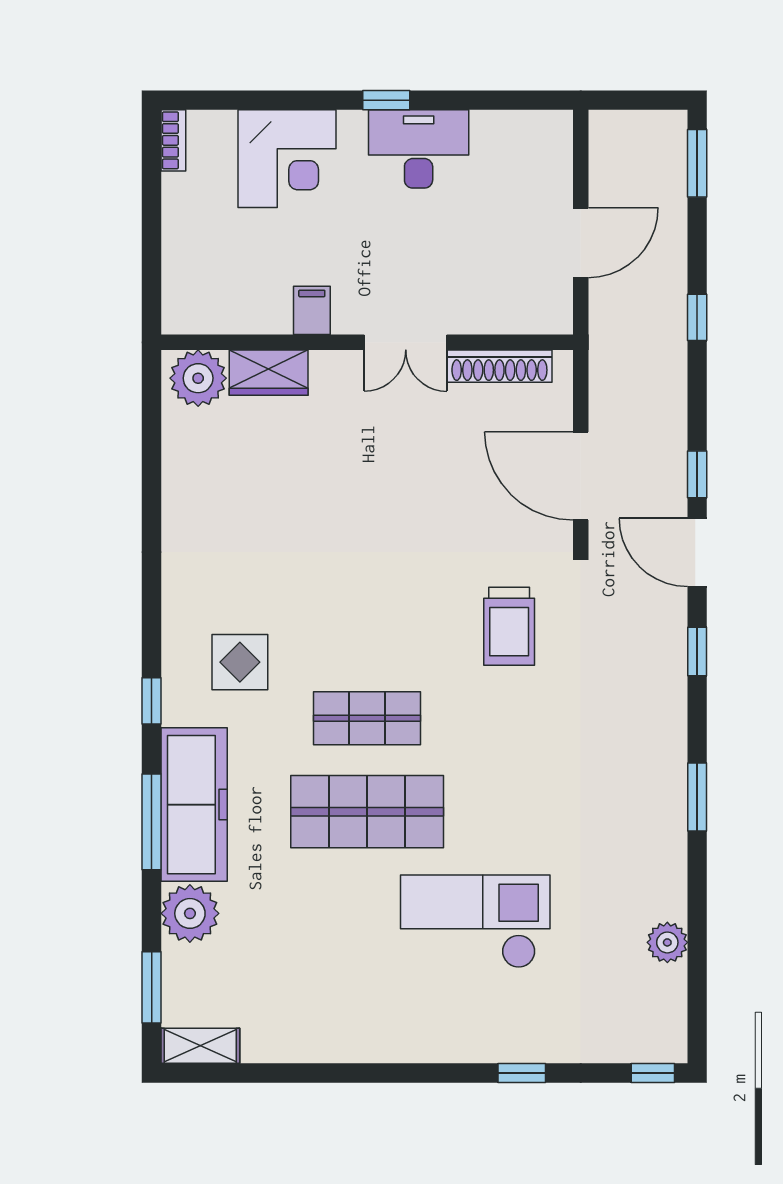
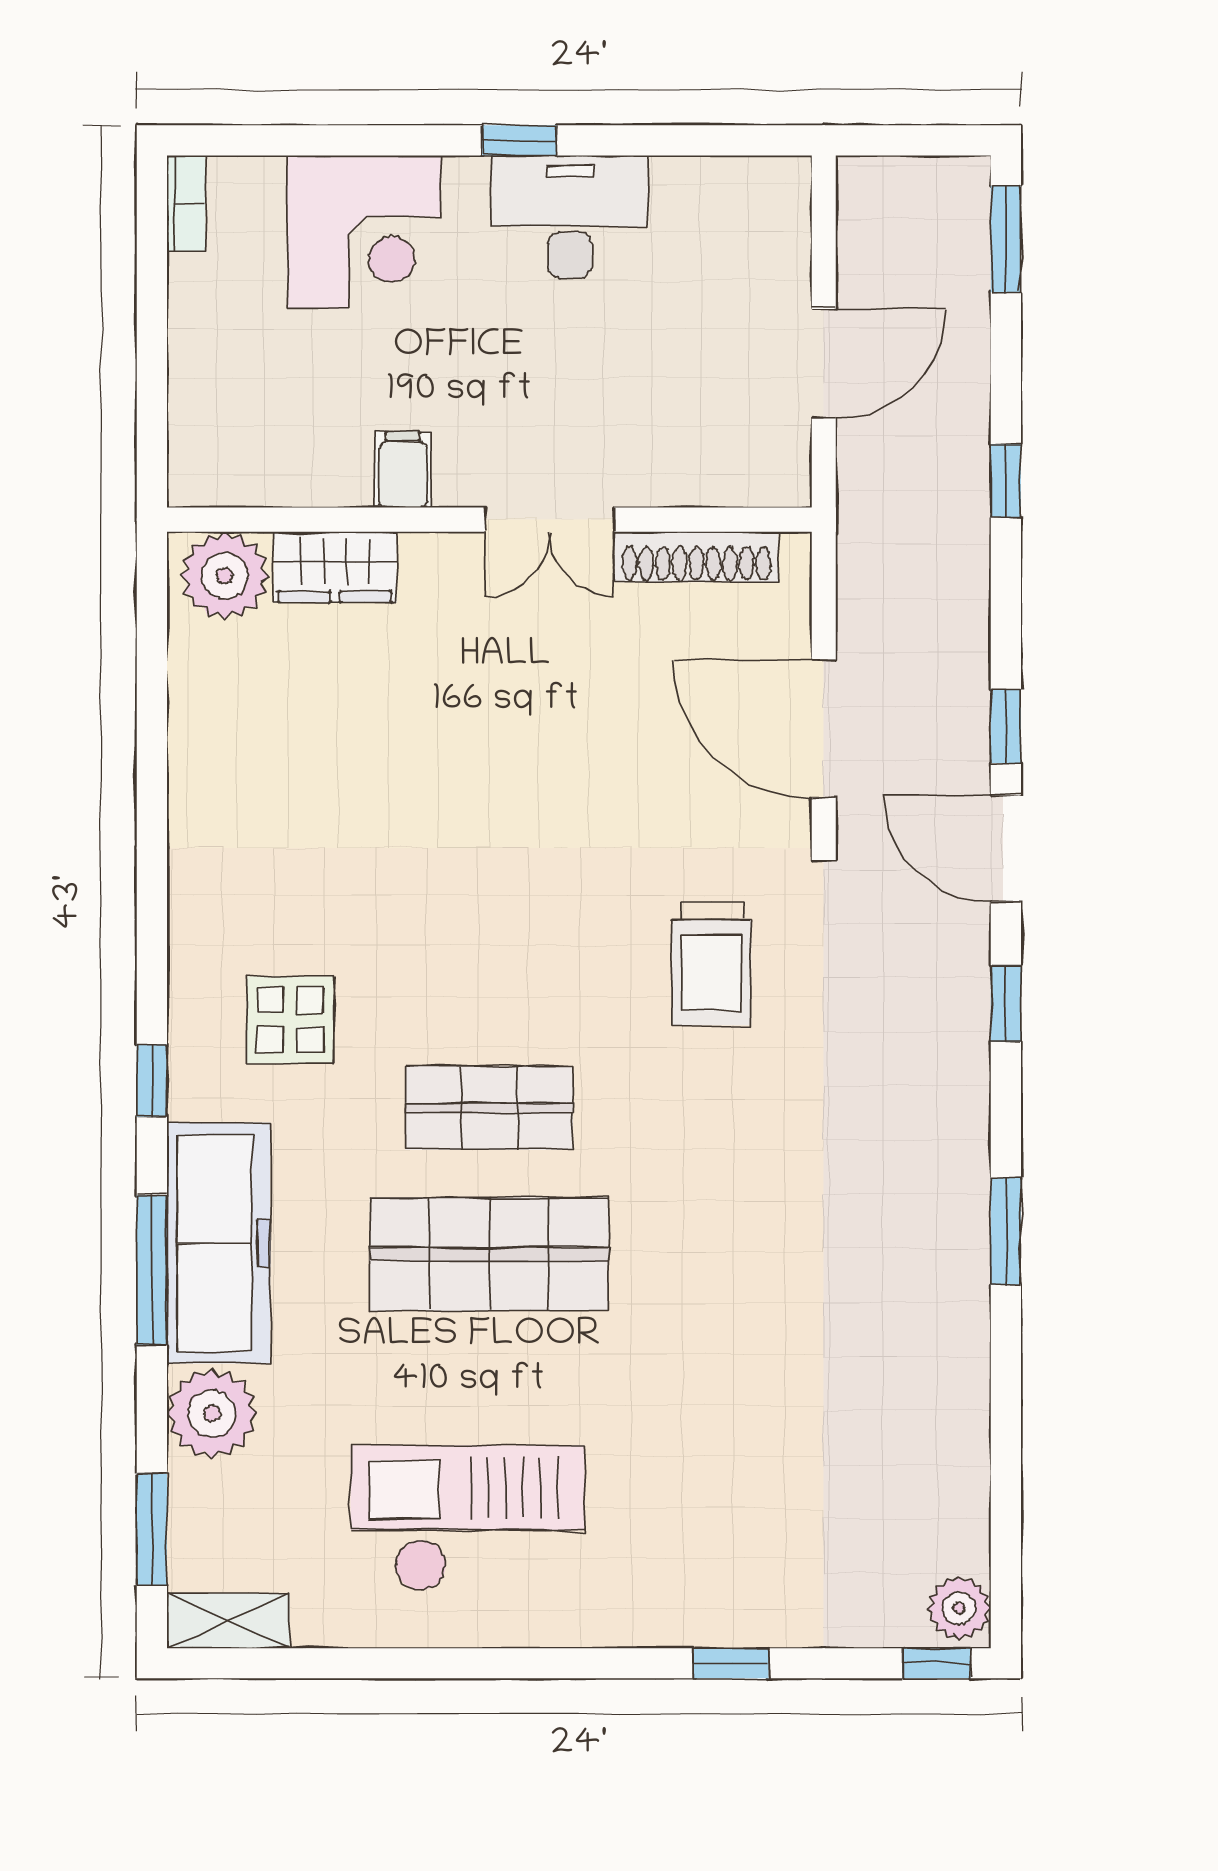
checkout: (475, 921) -> (468, 1518), moved
plant: (667, 942) -> (959, 1608), moved

